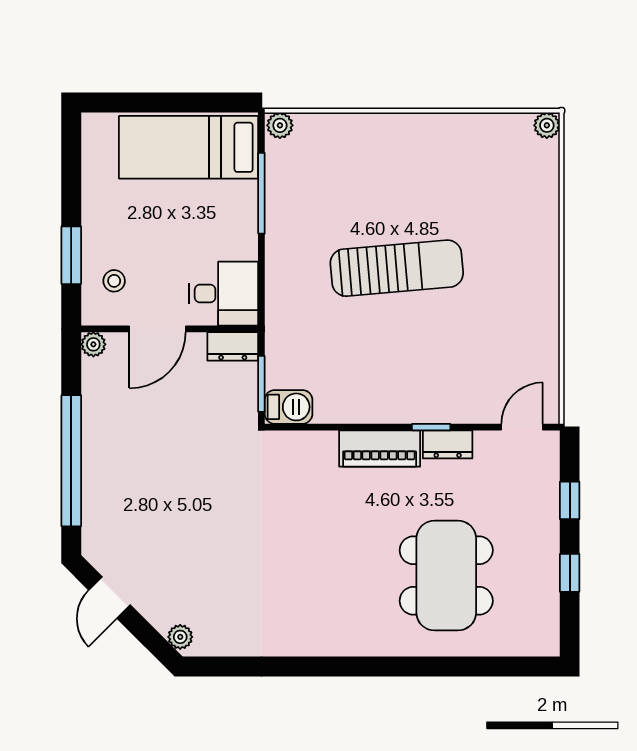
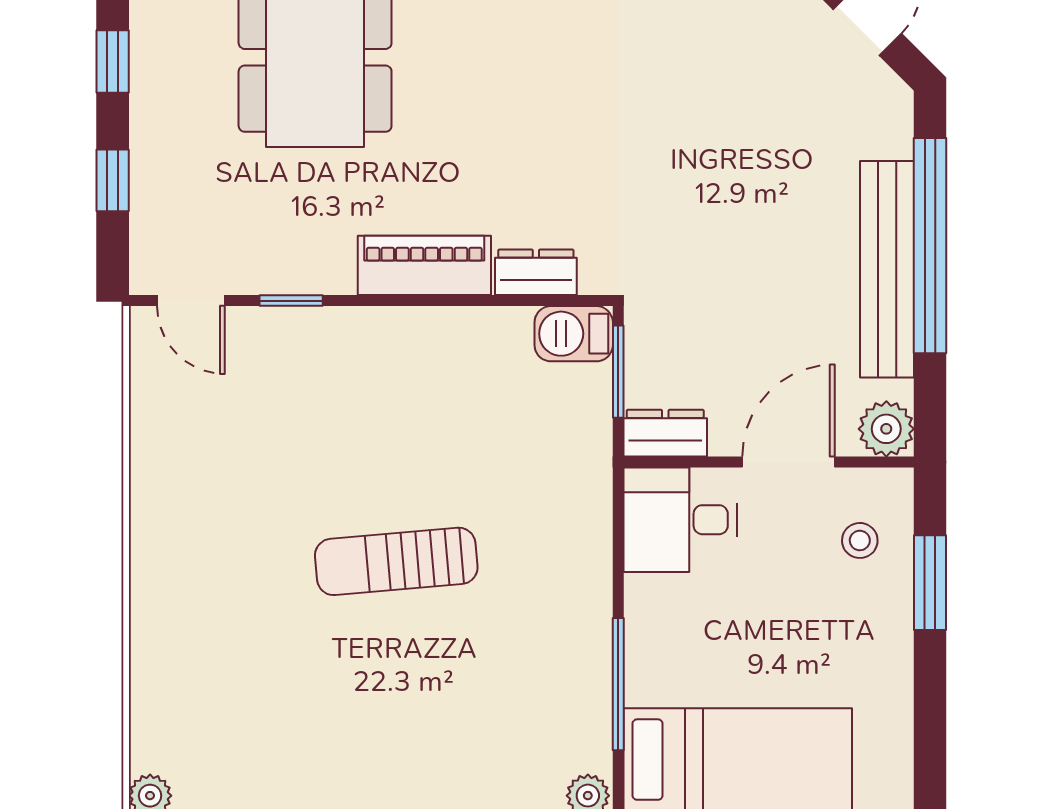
sun lounger: (397, 268) -> (396, 561), width x0.73, depth x0.75
plant: (93, 344) -> (886, 429), width x1.38, depth x1.38
window: (431, 427) -> (291, 301), moved
door: (522, 427) -> (191, 301), hinge flipped
dresser: (448, 444) -> (536, 272), moved
bench: (98, 446) -> (887, 269), added

